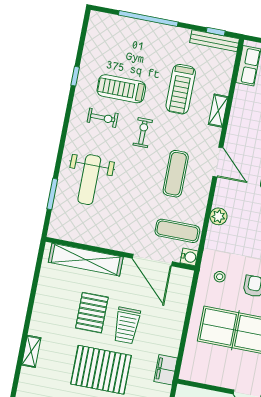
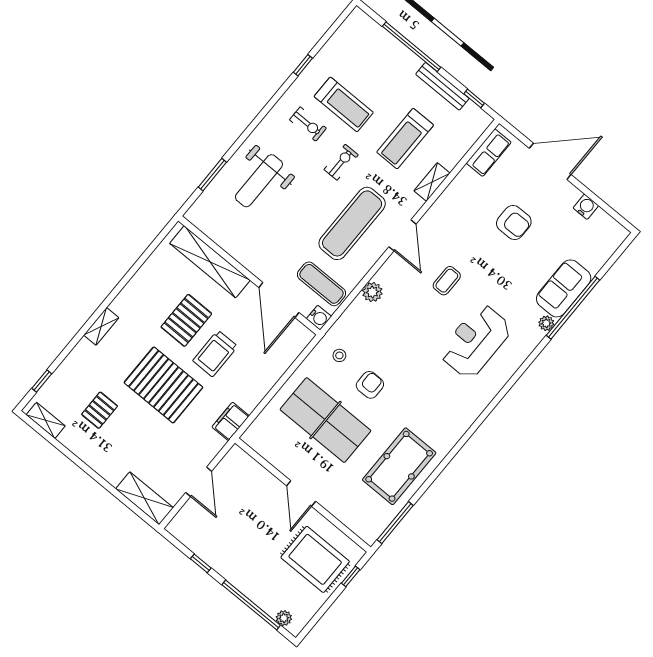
bench: (215, 41) -> (442, 86), moved
treadmill: (121, 89) -> (344, 104), turned 180
exercise mat: (176, 174) -> (352, 223), width x1.36, depth x1.45

